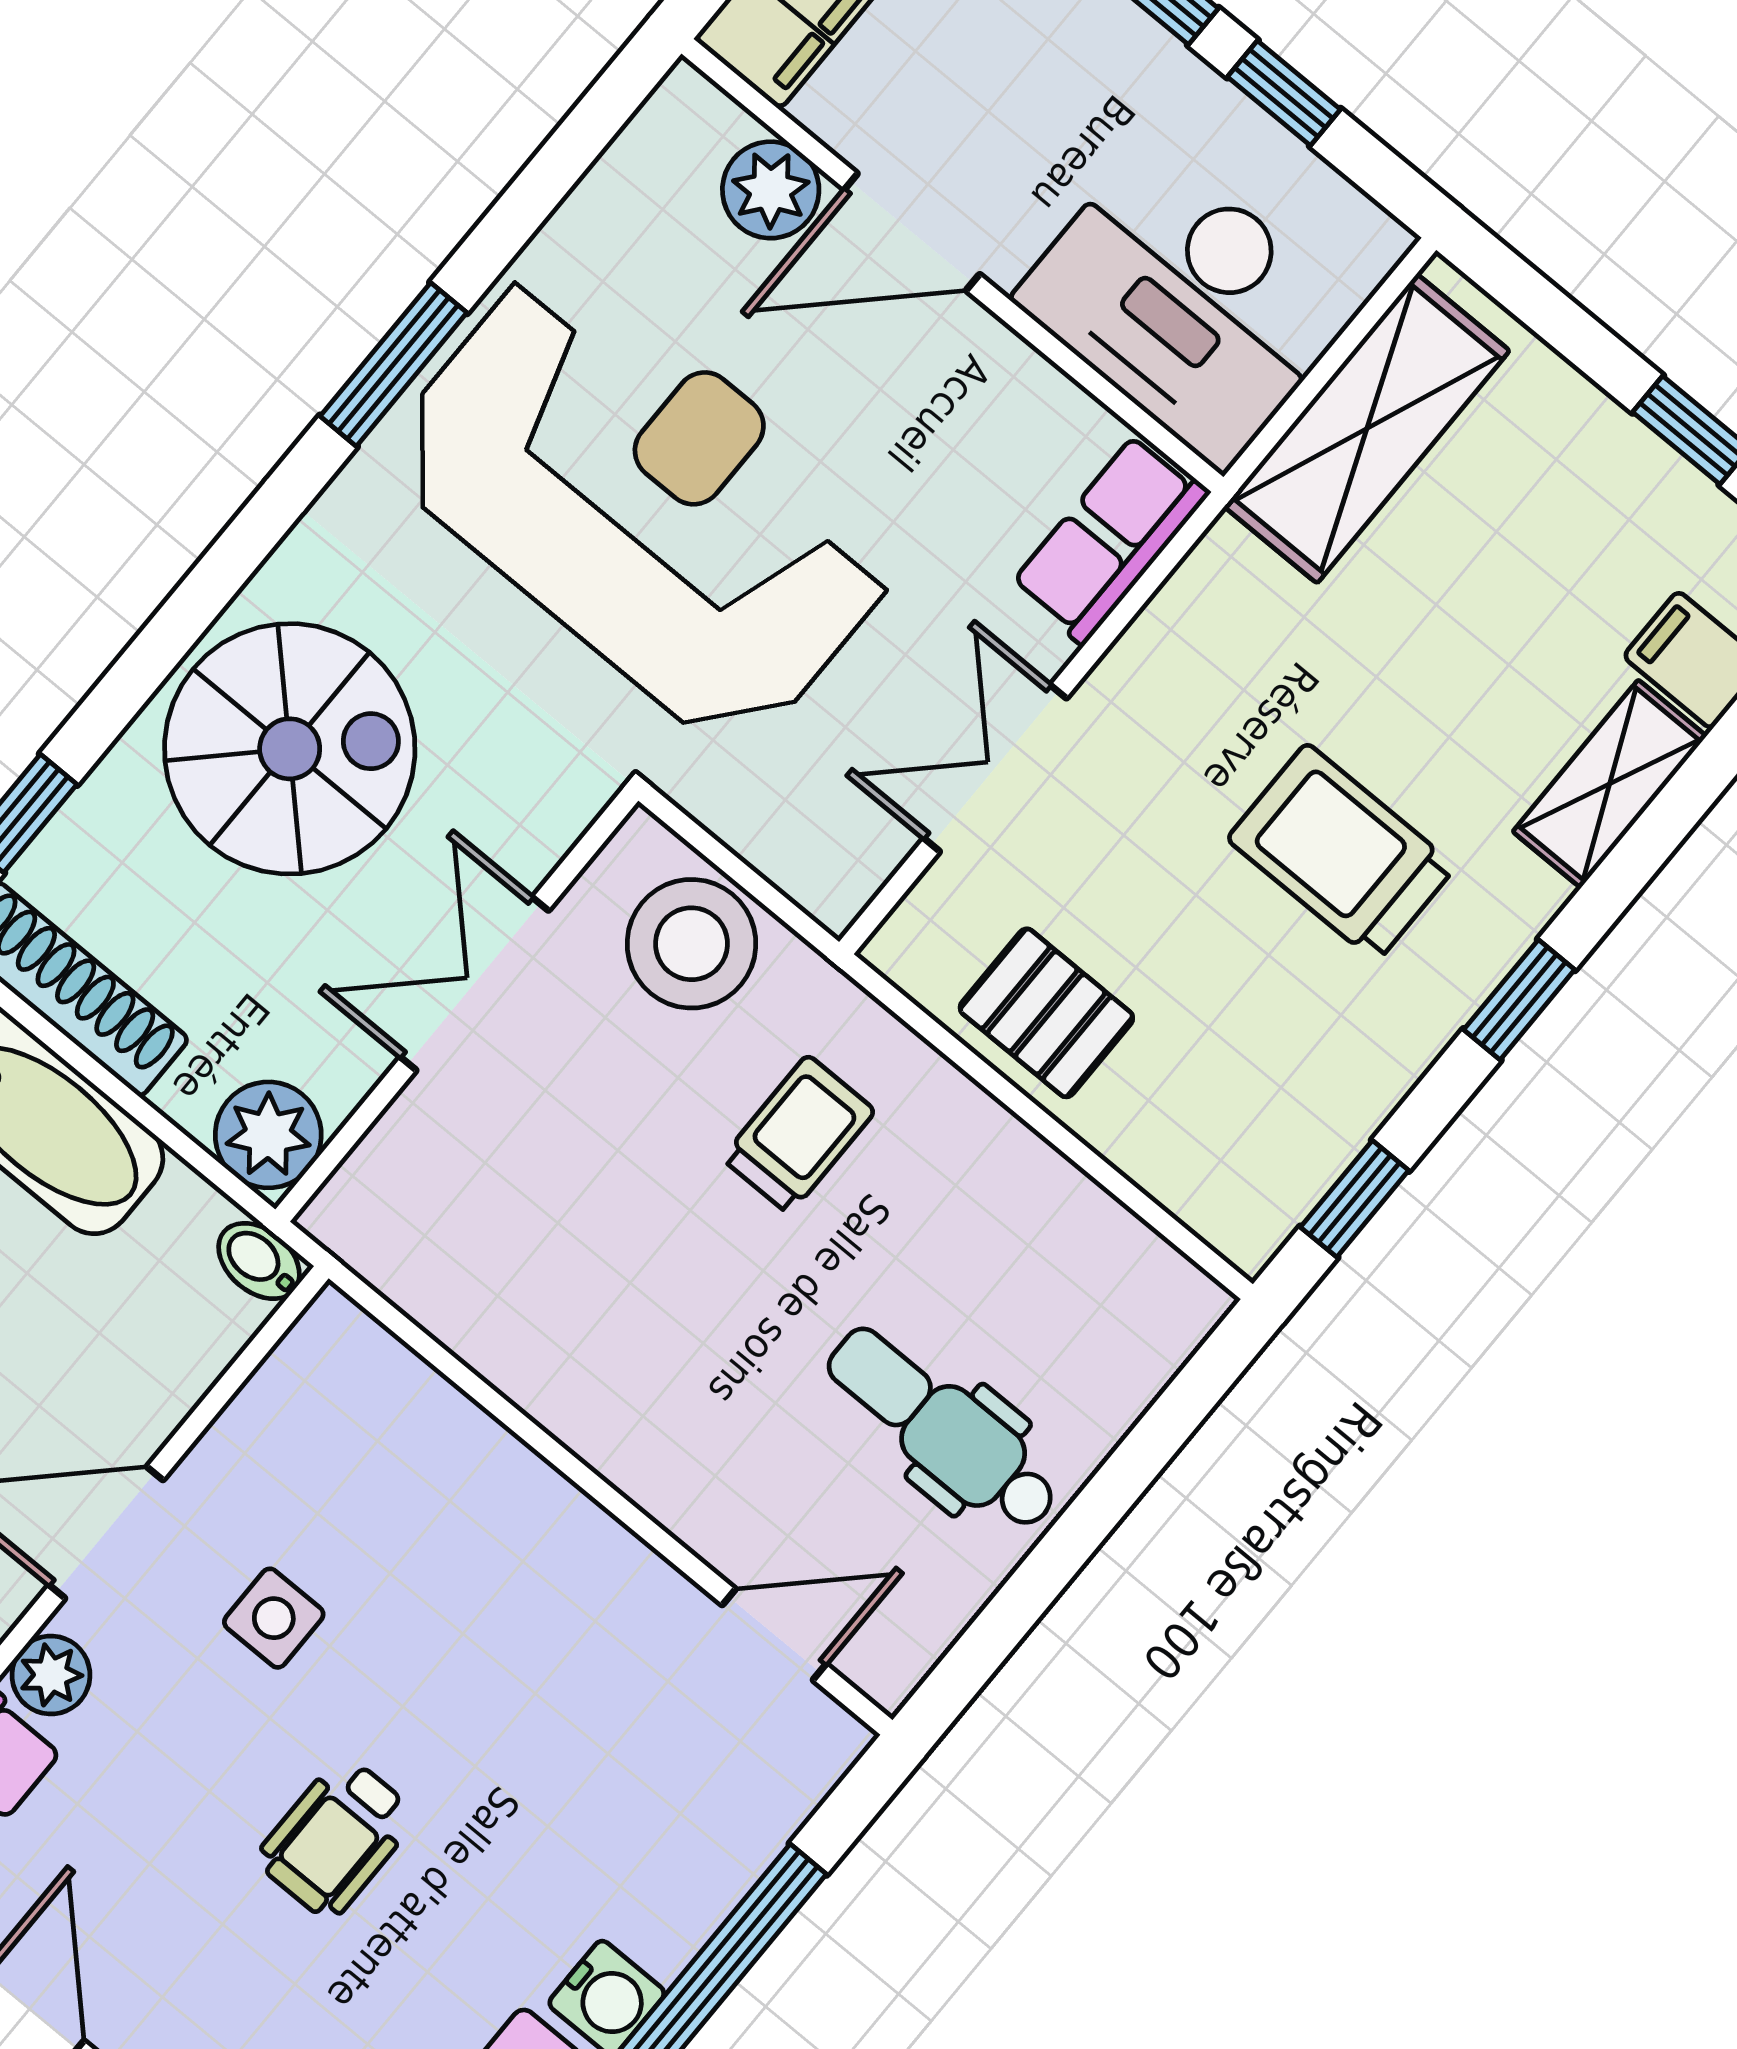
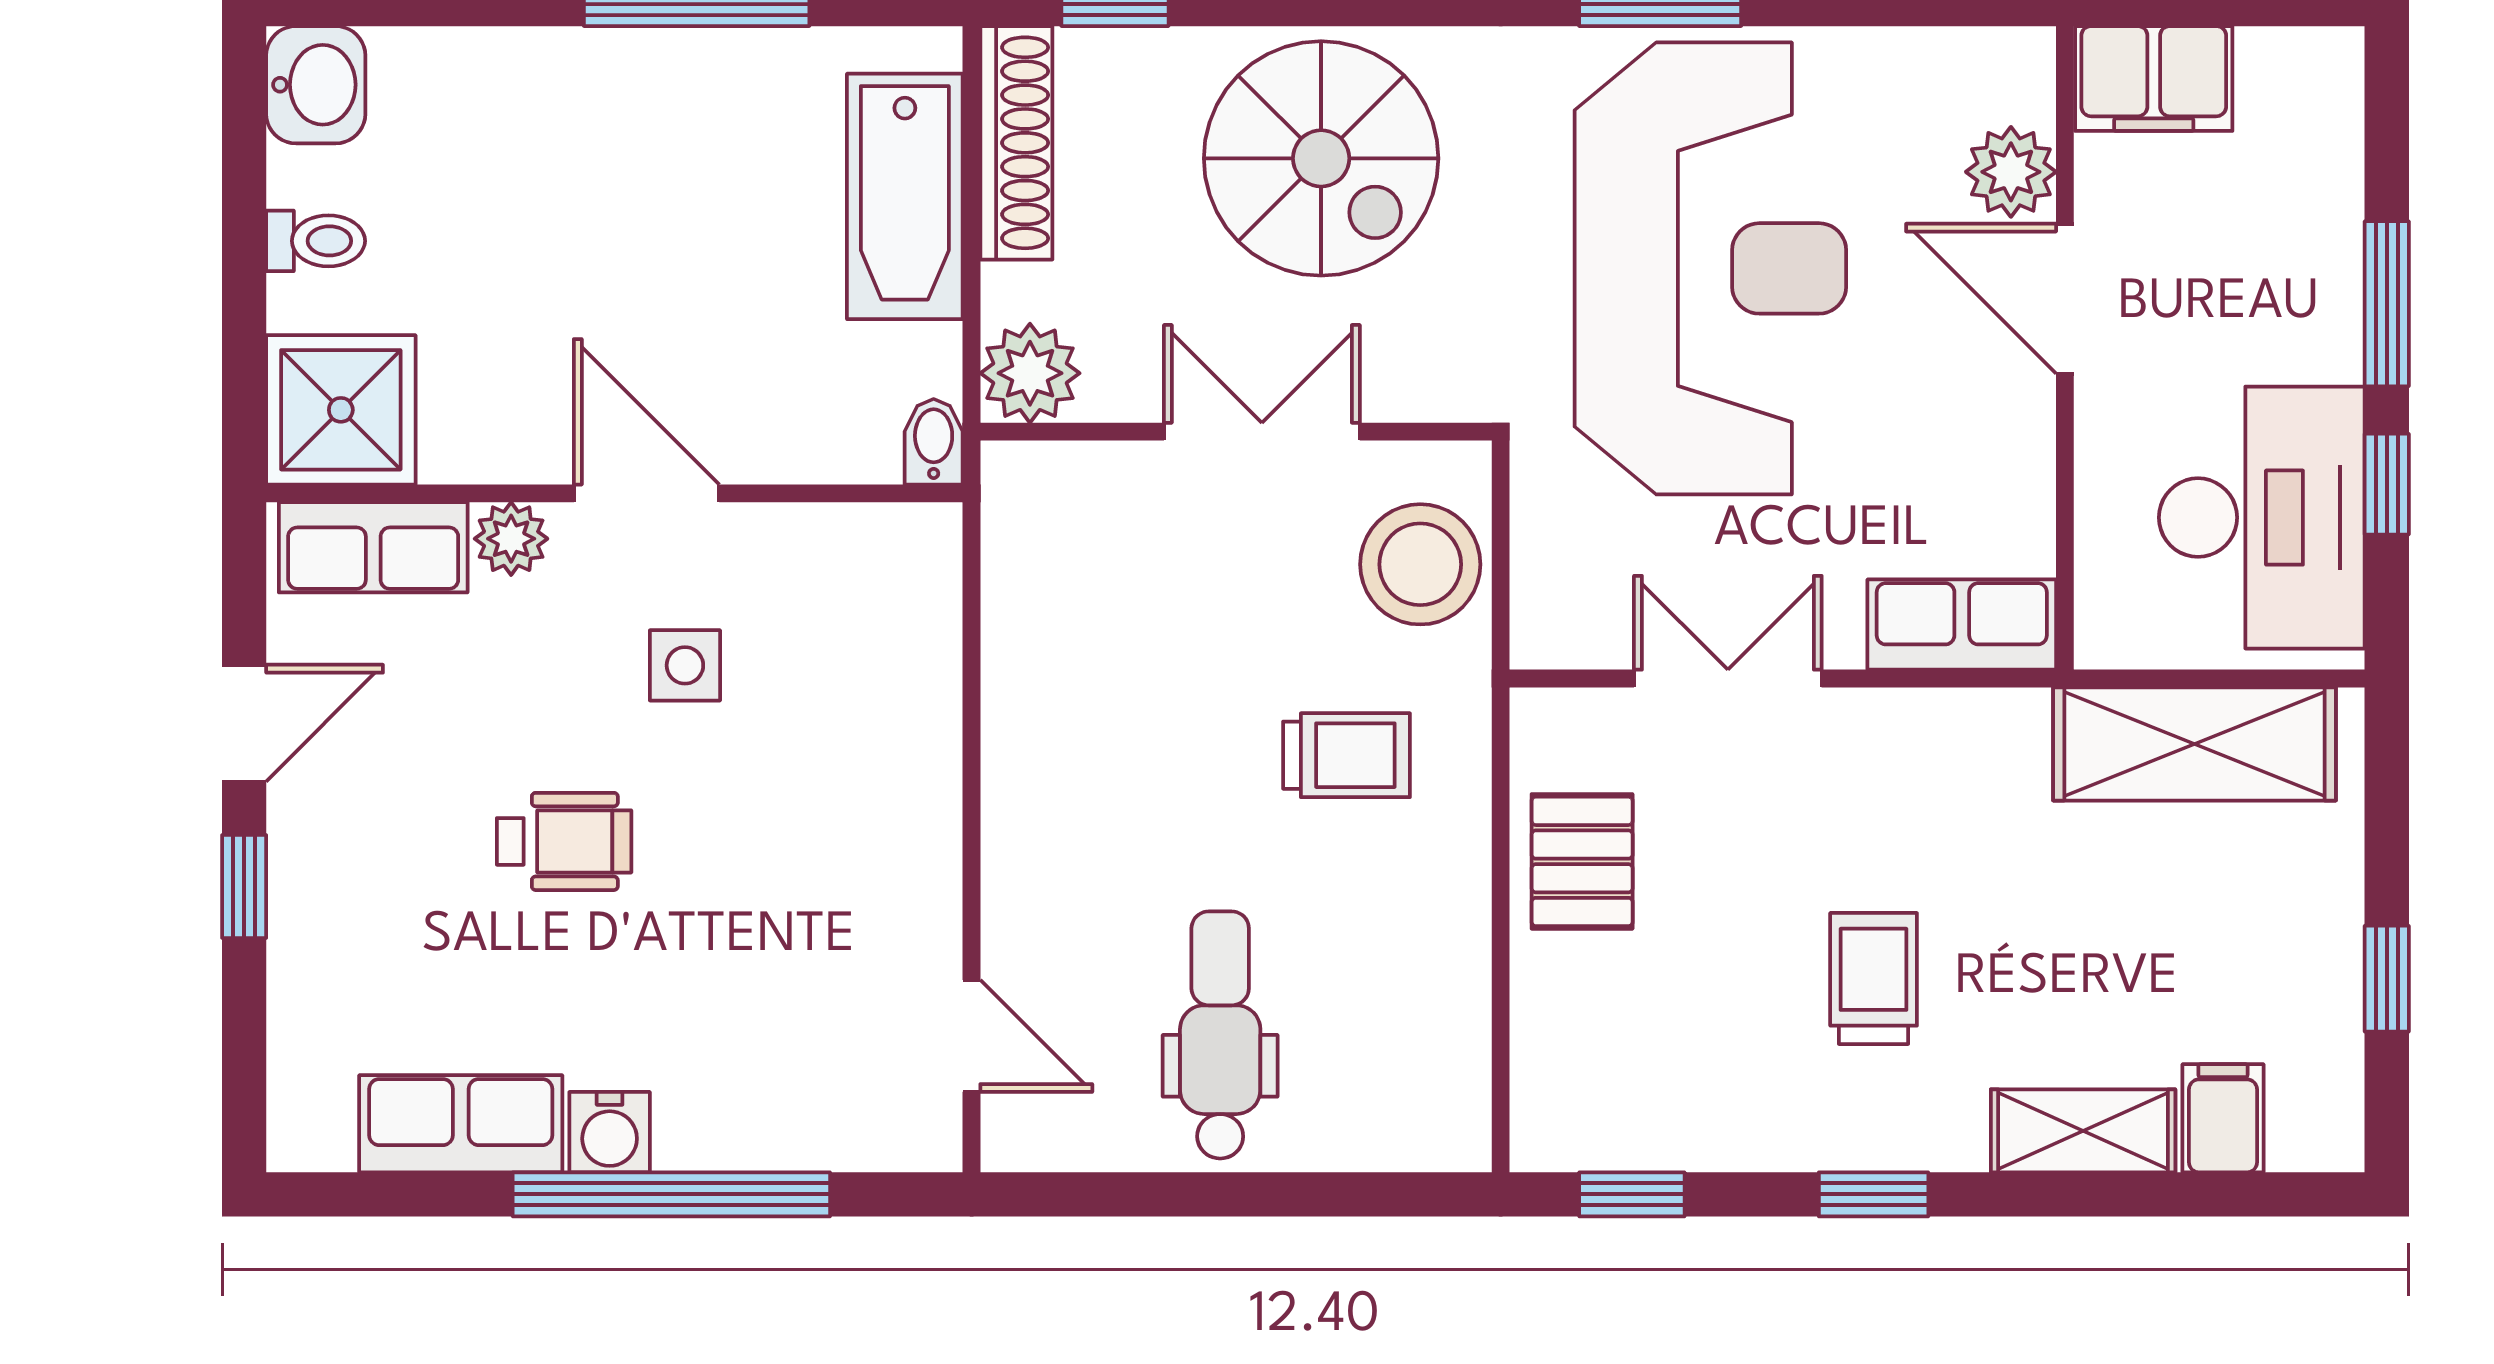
desk: (1186, 303) -> (2262, 518), moved, turned 180
trolley: (1341, 853) -> (1874, 979), width x0.73, depth x0.72
wheelchair: (336, 1838) -> (564, 841), turned 180

